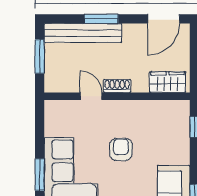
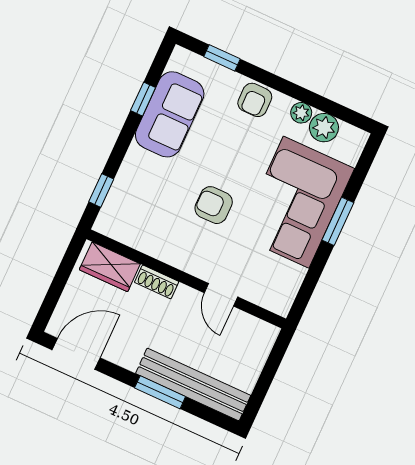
window: (40, 56) -> (265, 380), removed
shoe rack: (117, 86) -> (157, 282), moved
armchair: (121, 149) -> (214, 205), turned 90

